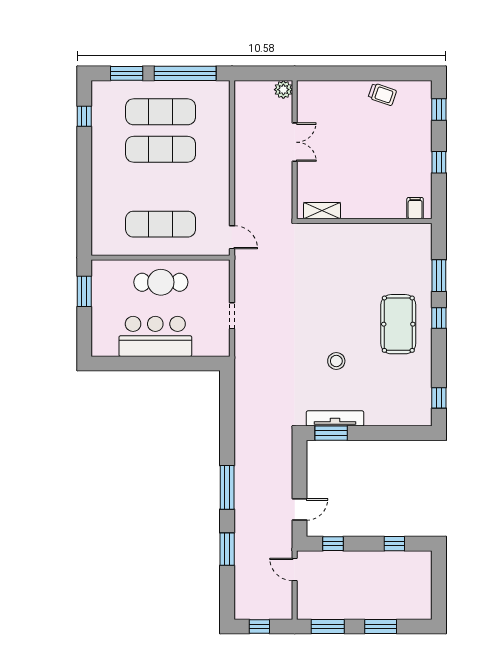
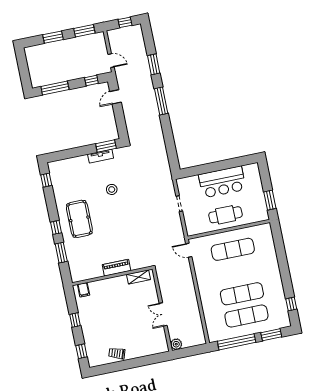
piano: (354, 233) -> (117, 268), added
tv unit: (335, 418) -> (101, 156), width x0.71
window: (394, 544) -> (55, 88), width x2.17

